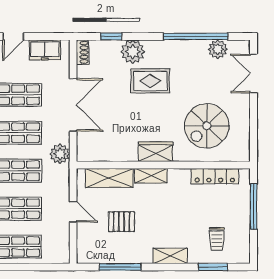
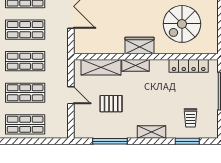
plant: (60, 154) -> (60, 47), removed

